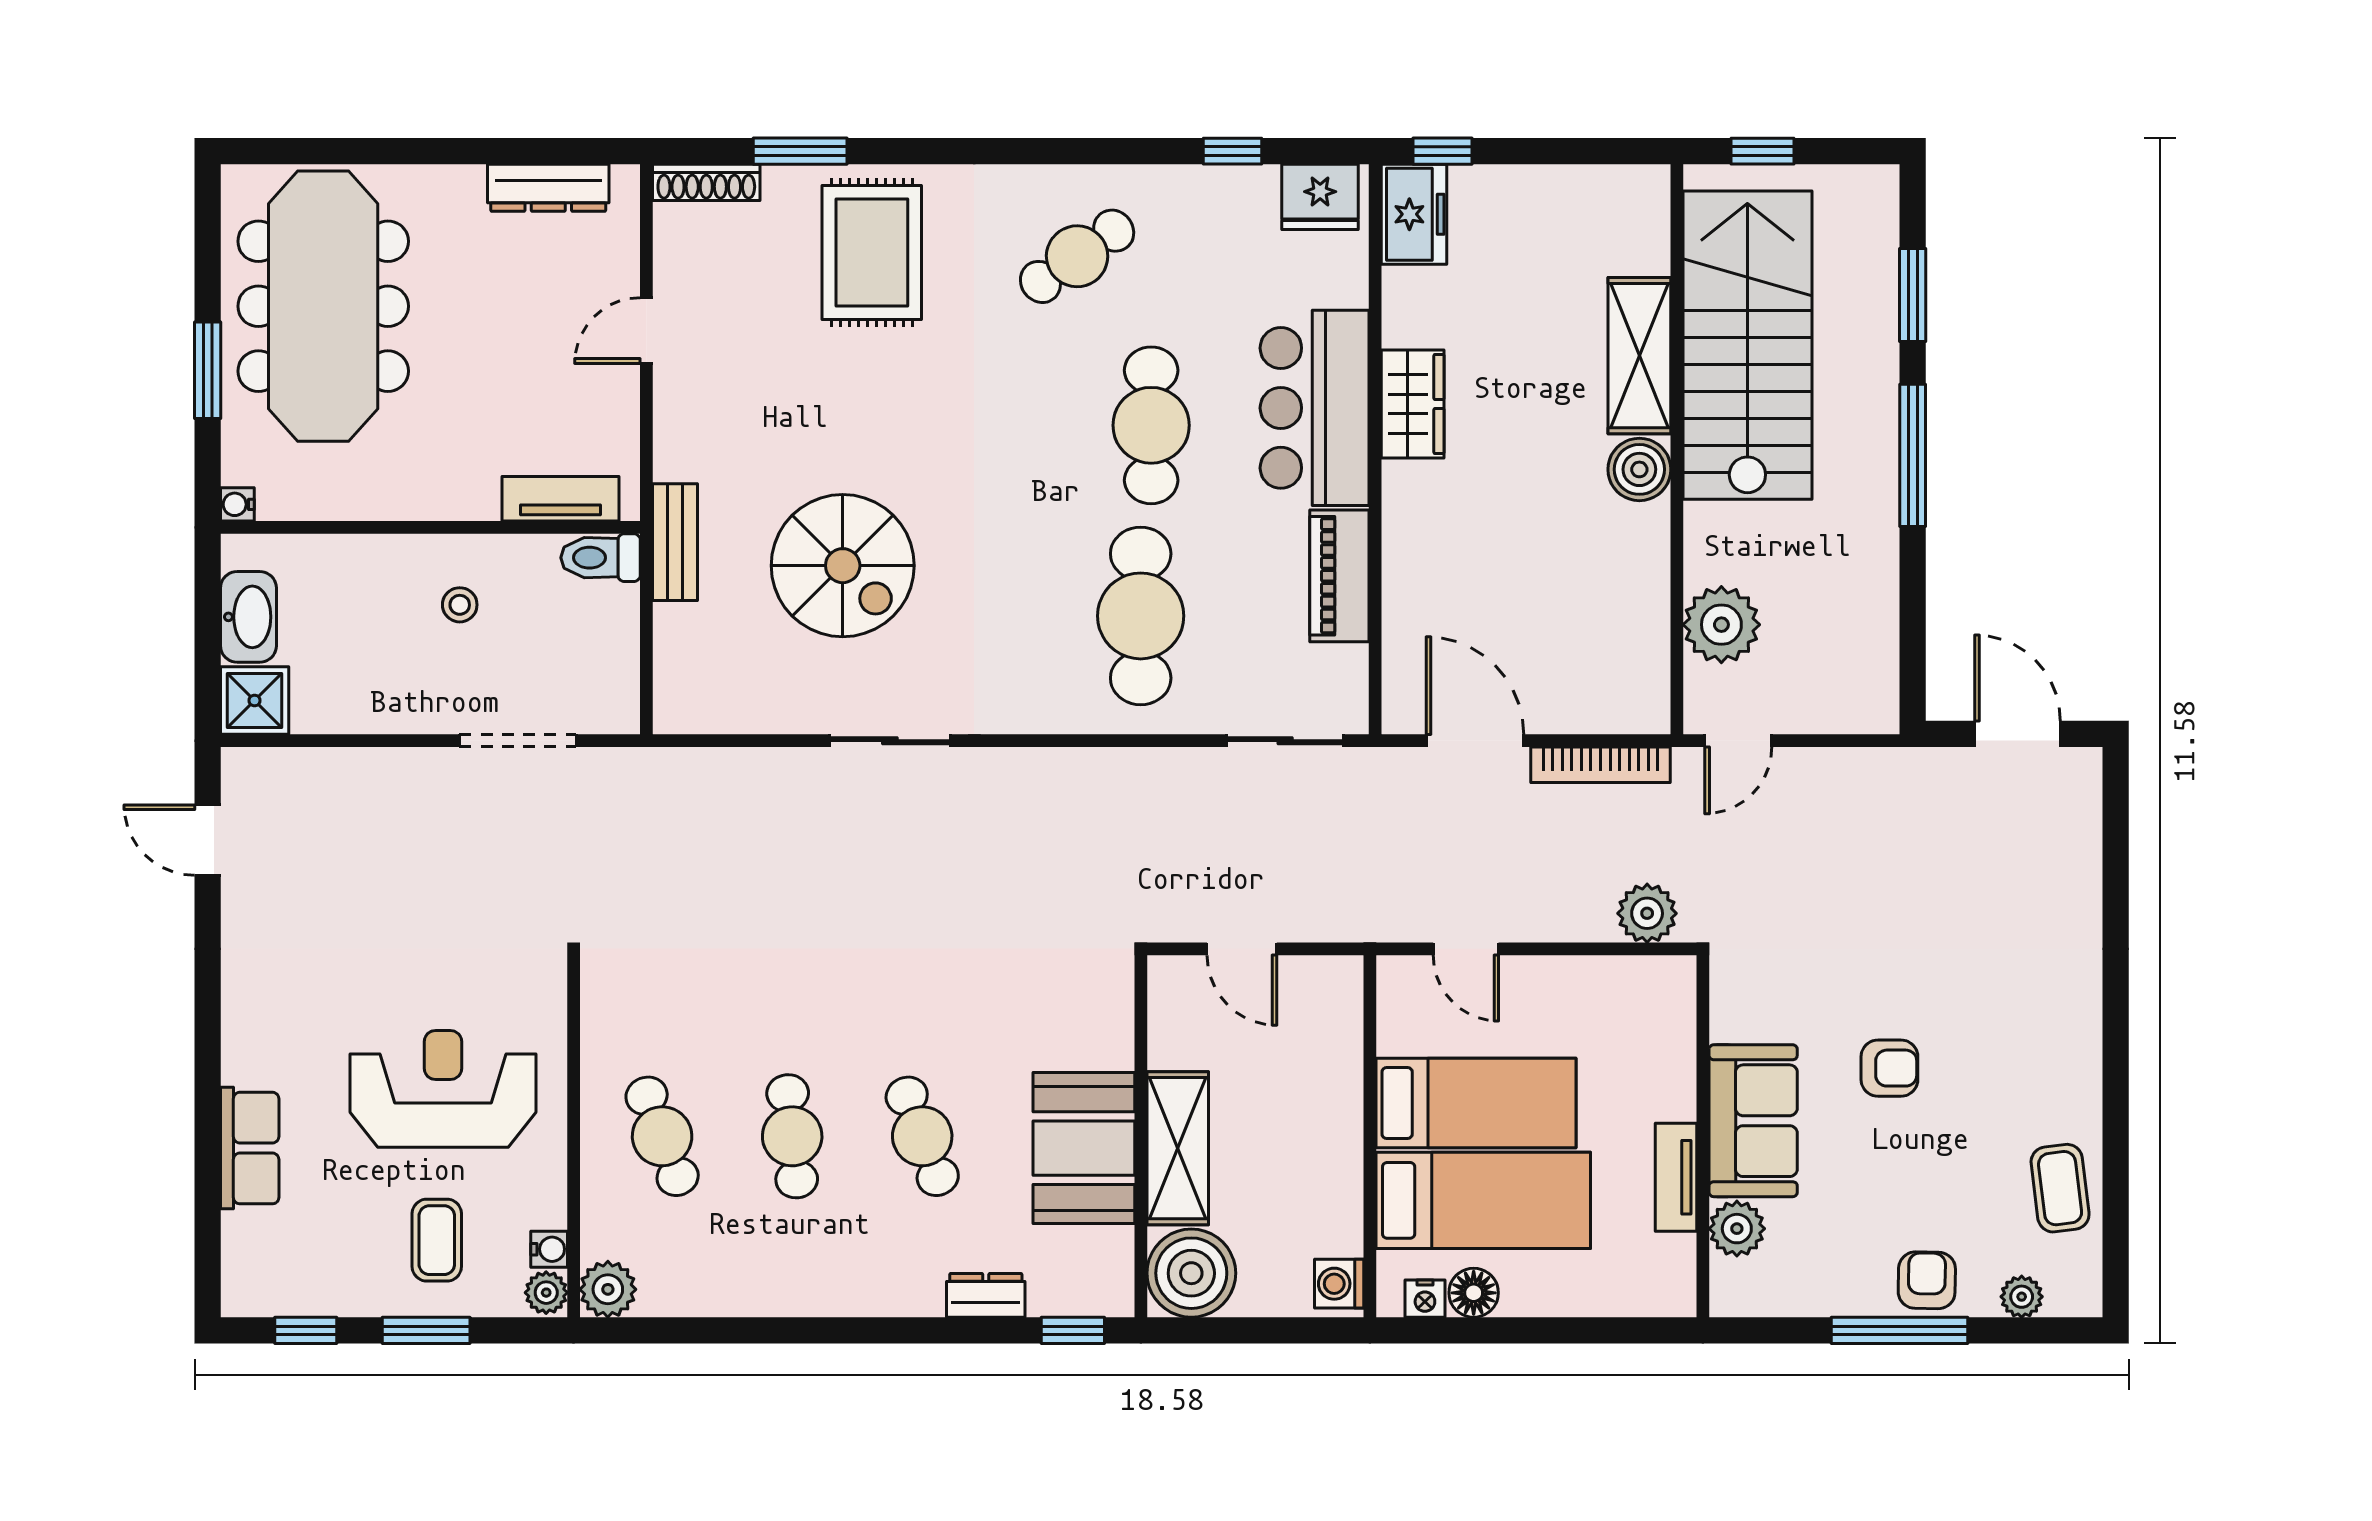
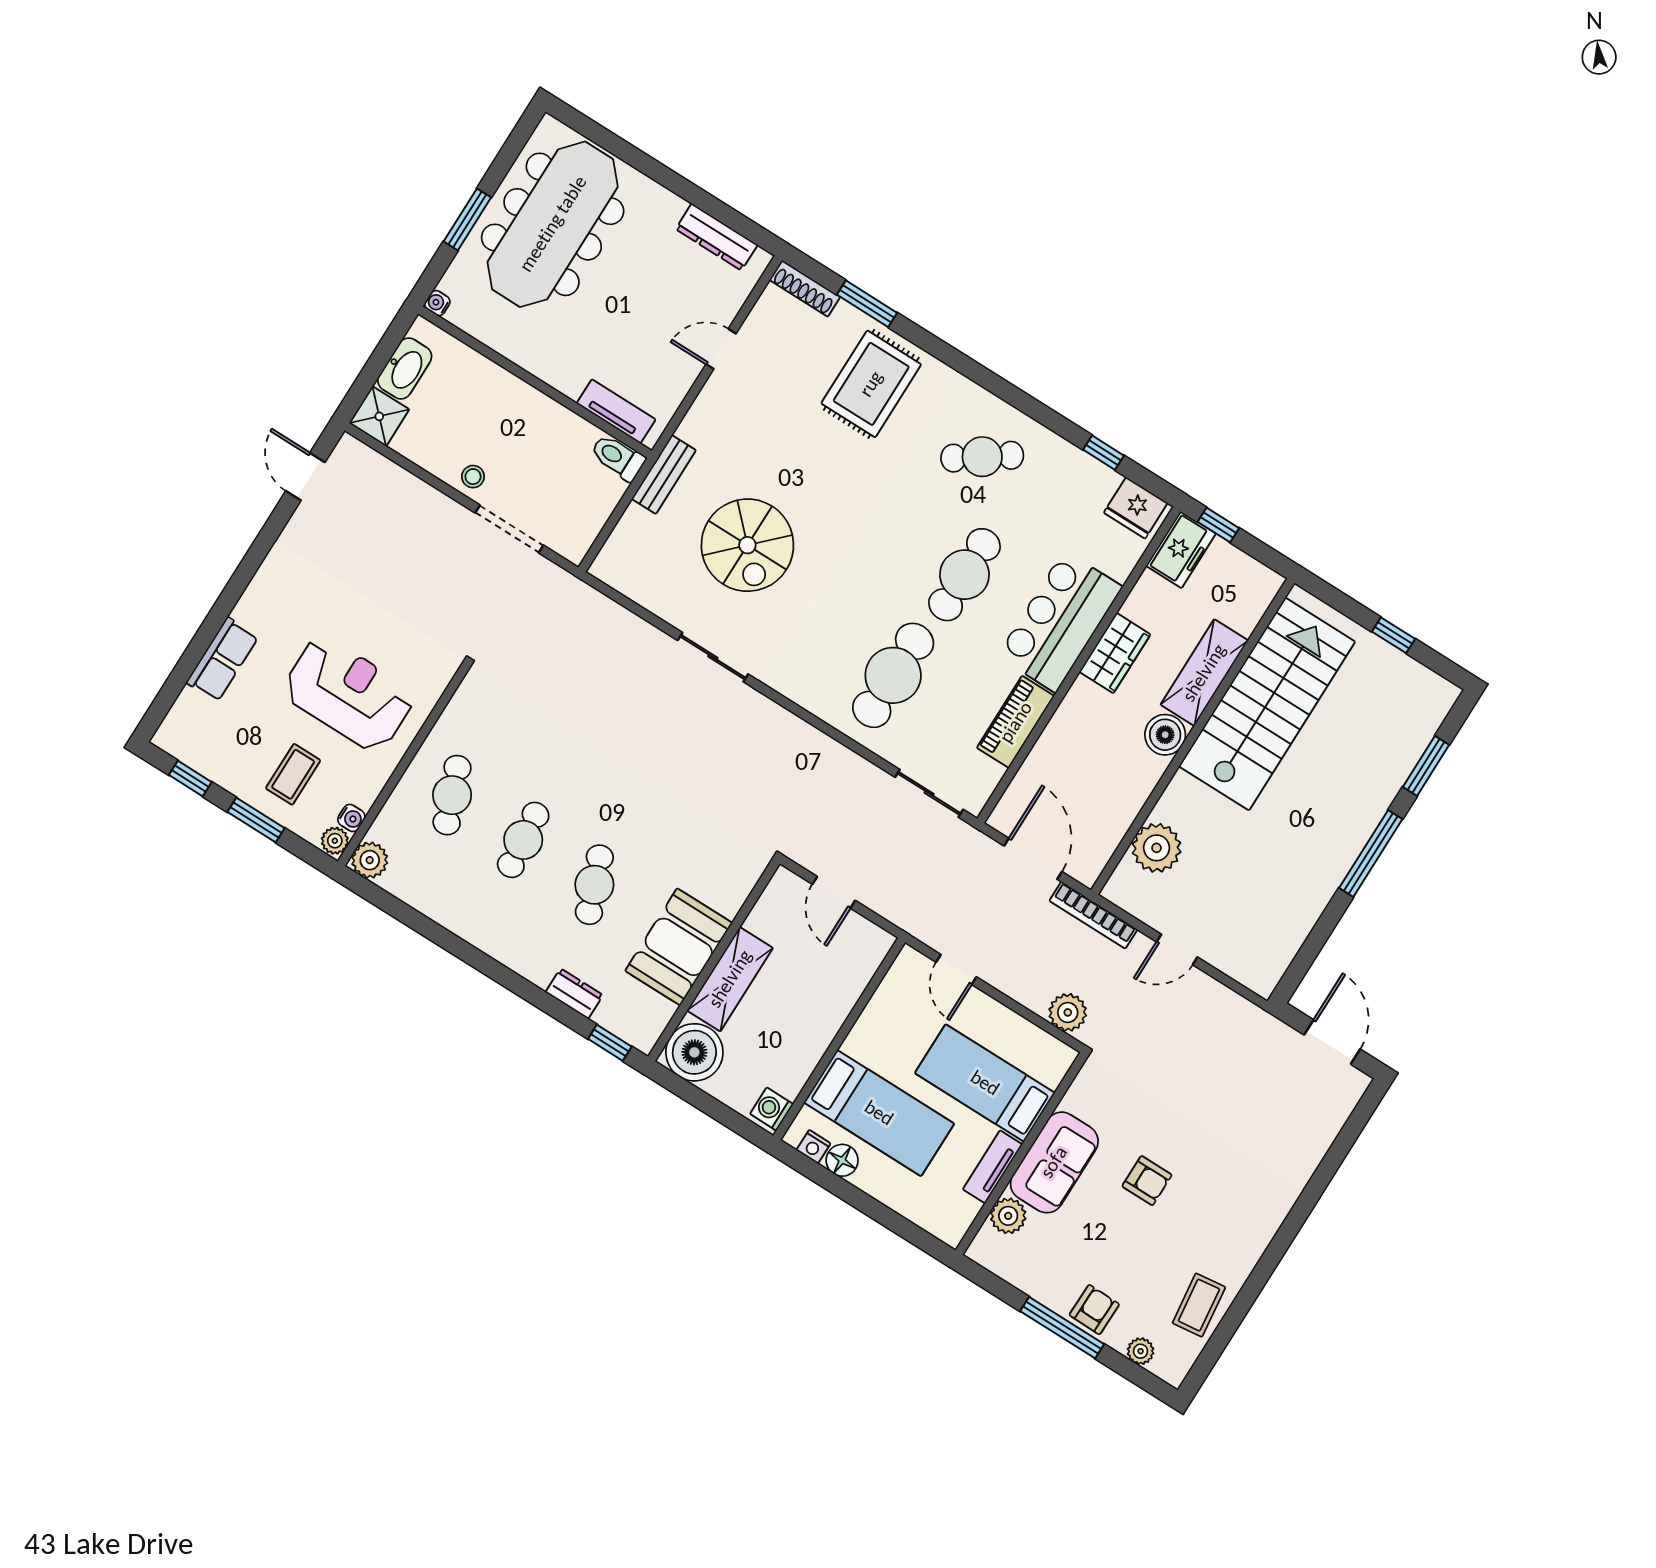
stairs: (1747, 345) -> (1267, 704), moved
shelving: (1639, 356) -> (1204, 673), moved
wall: (1677, 449) -> (1193, 737), moved
boiler: (1639, 469) -> (1165, 735), moved
stool: (460, 605) -> (473, 477), moved
plant: (1721, 625) -> (1157, 848), moved
bed: (1476, 1103) -> (985, 1083), moved, turned 180

